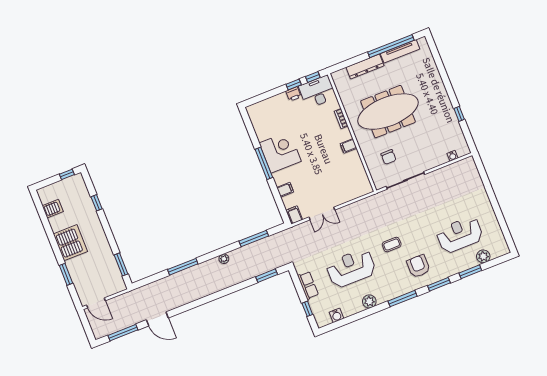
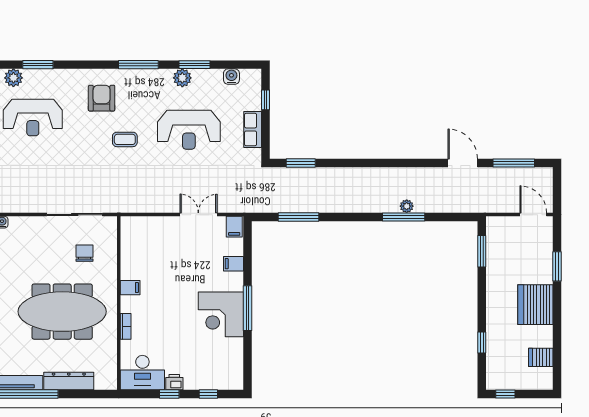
window: (313, 77) -> (208, 394), moved
plant: (224, 259) -> (407, 206), moved
armchair: (418, 266) -> (102, 98), turned 180
window: (439, 284) -> (195, 65), moved

